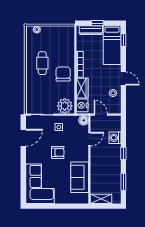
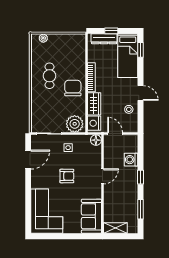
door: (89, 139) -> (102, 176), moved
sofa: (80, 177) -> (91, 216), moved

